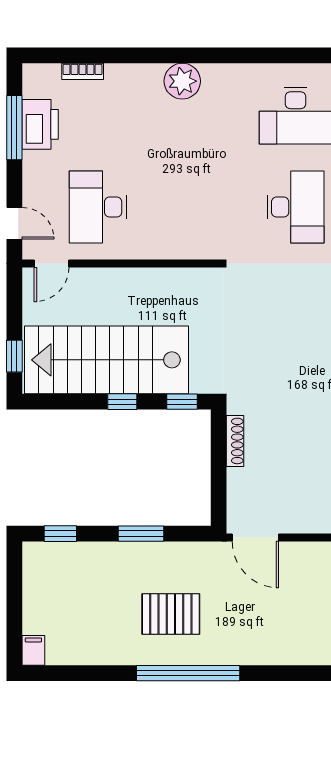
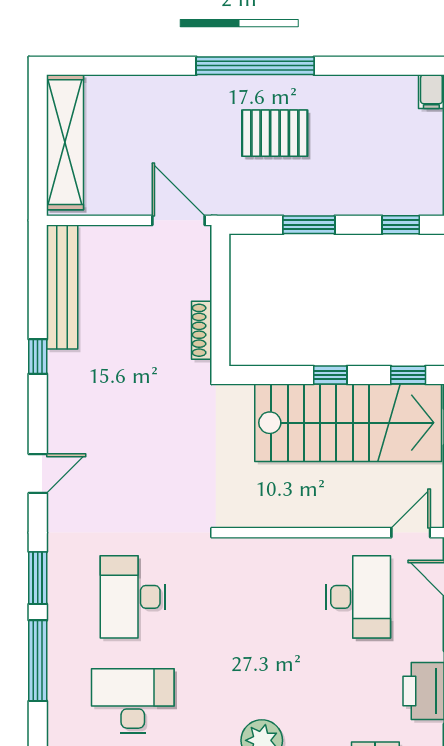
window: (182, 402) -> (408, 375), moved

